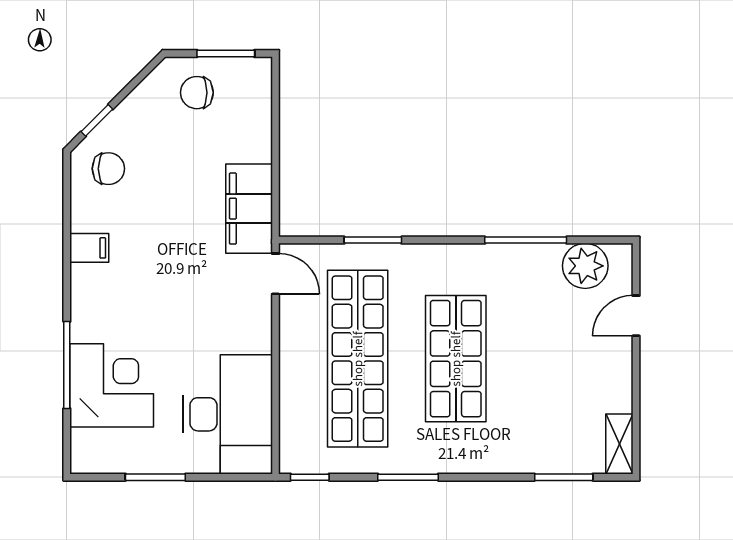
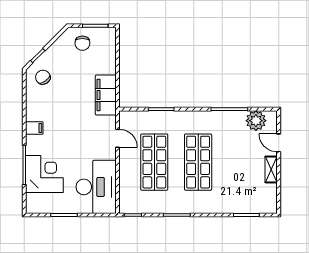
chair: (197, 93) -> (82, 43), turned -90
chair: (108, 169) -> (43, 77), turned -125
filing cabinet: (89, 248) -> (34, 128), moved
door: (276, 274) -> (118, 138), moved
door: (636, 316) -> (279, 143), hinge flipped
shop shelf: (358, 359) -> (154, 162), width x0.71
shelving: (619, 444) -> (271, 169), moved

